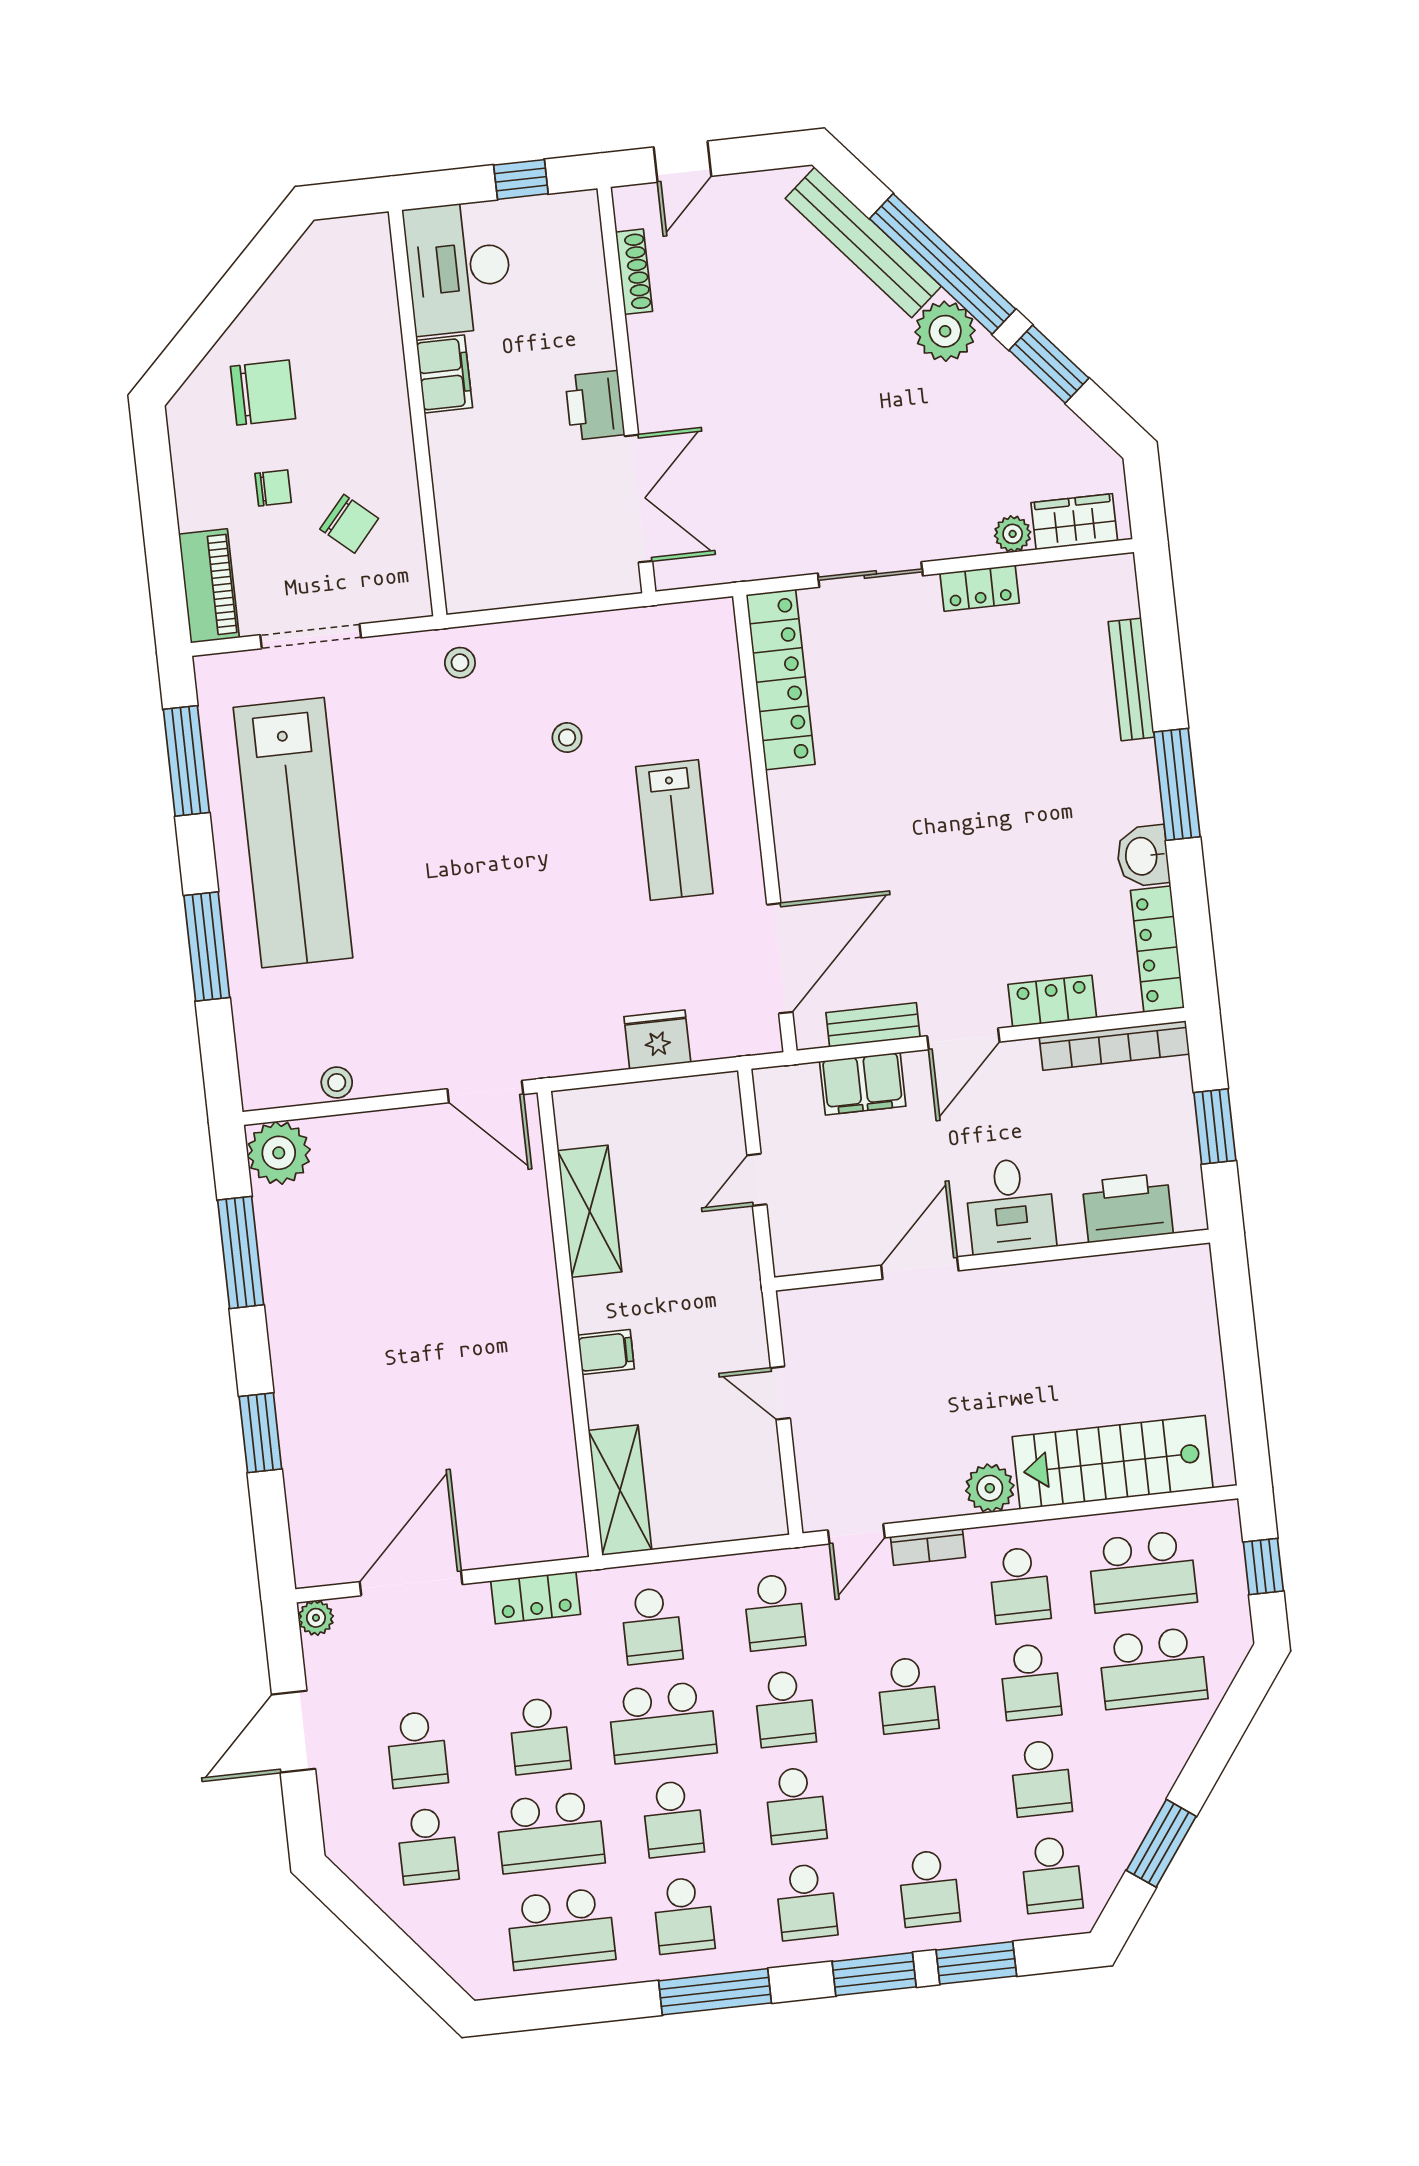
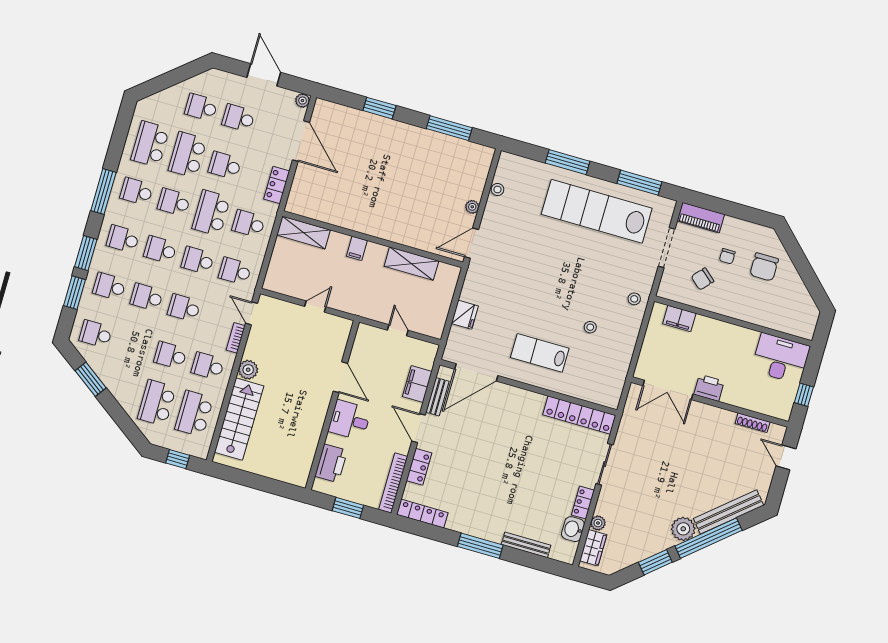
filing cabinet: (444, 374) -> (679, 319), moved
washbasin: (1143, 856) -> (573, 529), moved, turned -90
door: (780, 958) -> (476, 372), hinge flipped
plant: (279, 1153) -> (472, 207), moved, width x0.53, depth x0.53
school desk: (1041, 1778) -> (147, 297), moved

